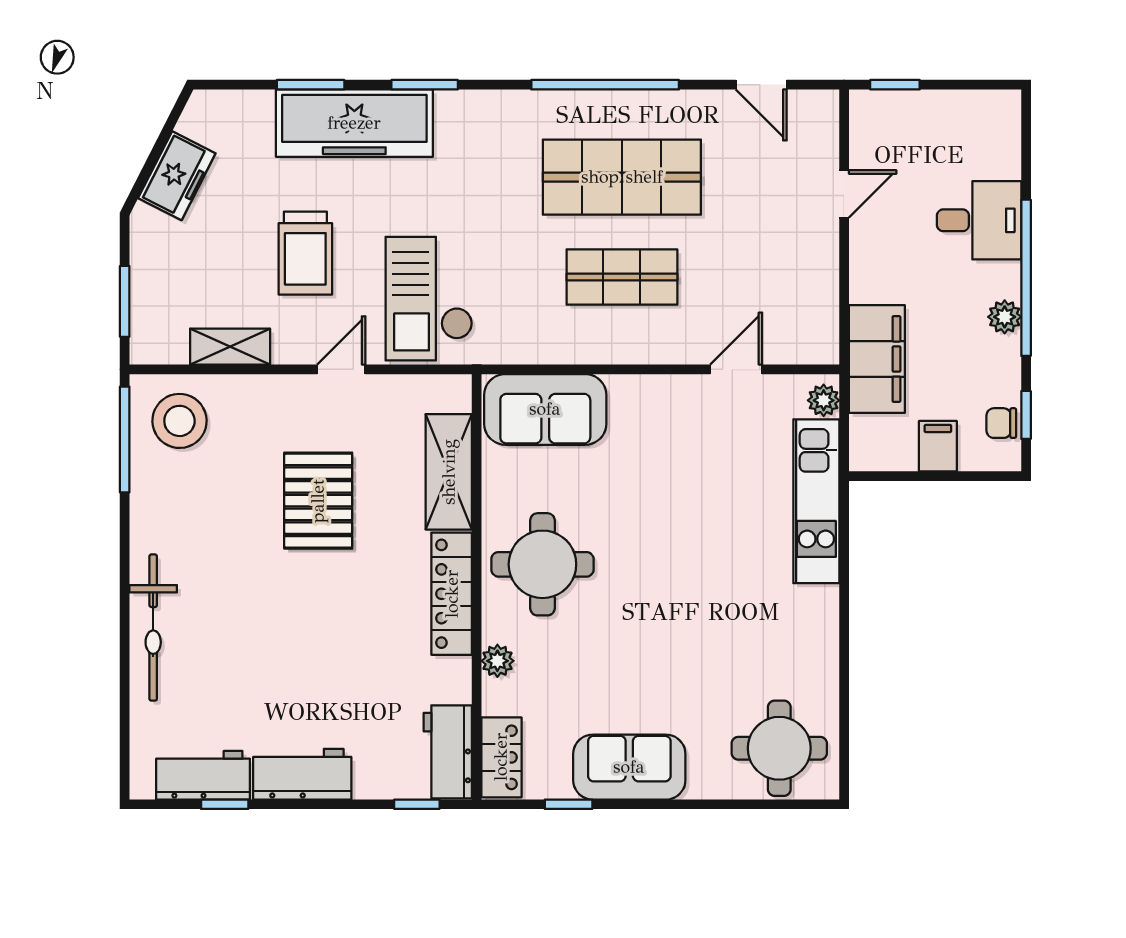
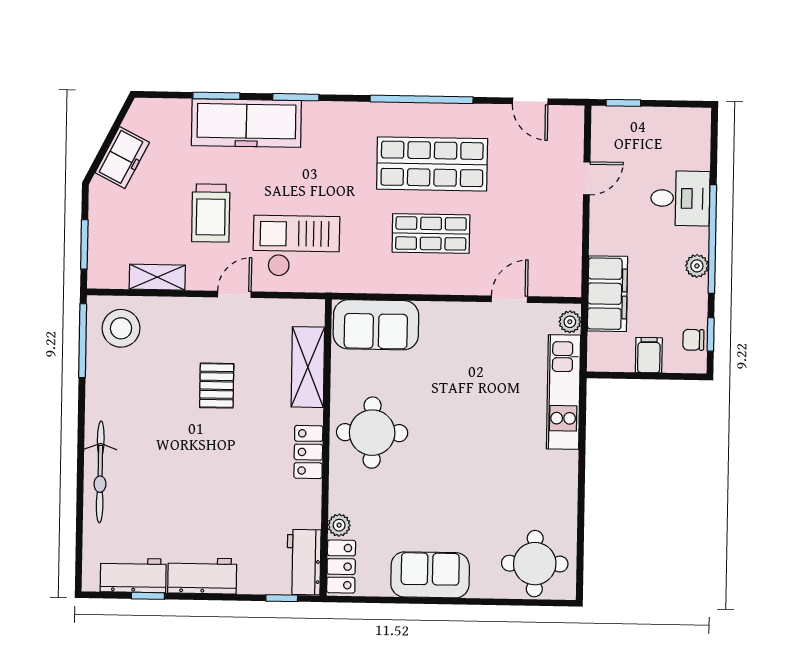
checkout: (429, 299) -> (296, 246), turned 90
pallet: (318, 501) -> (217, 386), width x0.67, depth x0.71
locker: (452, 594) -> (308, 452), width x0.66
plant: (497, 661) -> (339, 525), moved
window: (569, 804) -> (387, 600), removed

